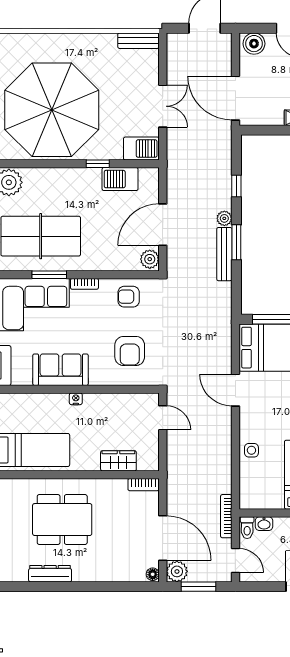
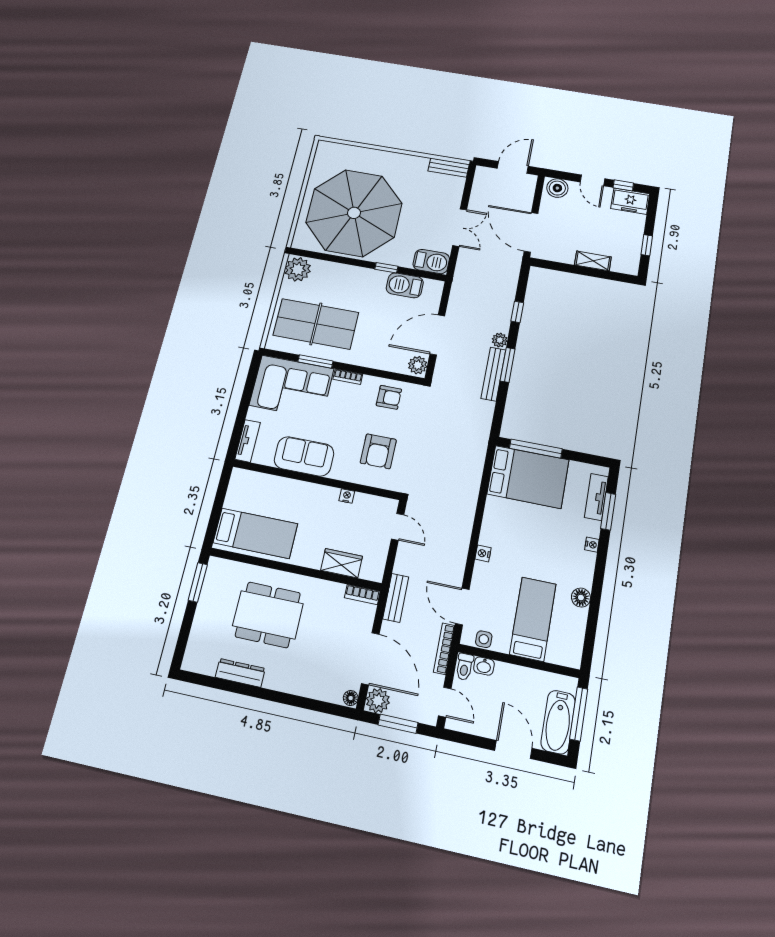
armchair: (129, 297) -> (389, 397), turned 180
door: (235, 390) -> (462, 606), moved
nightstand: (76, 399) -> (347, 496), moved
nightstand: (245, 426) -> (483, 553), added
side table: (251, 450) -> (484, 639), moved
bench: (174, 481) -> (396, 598), added

